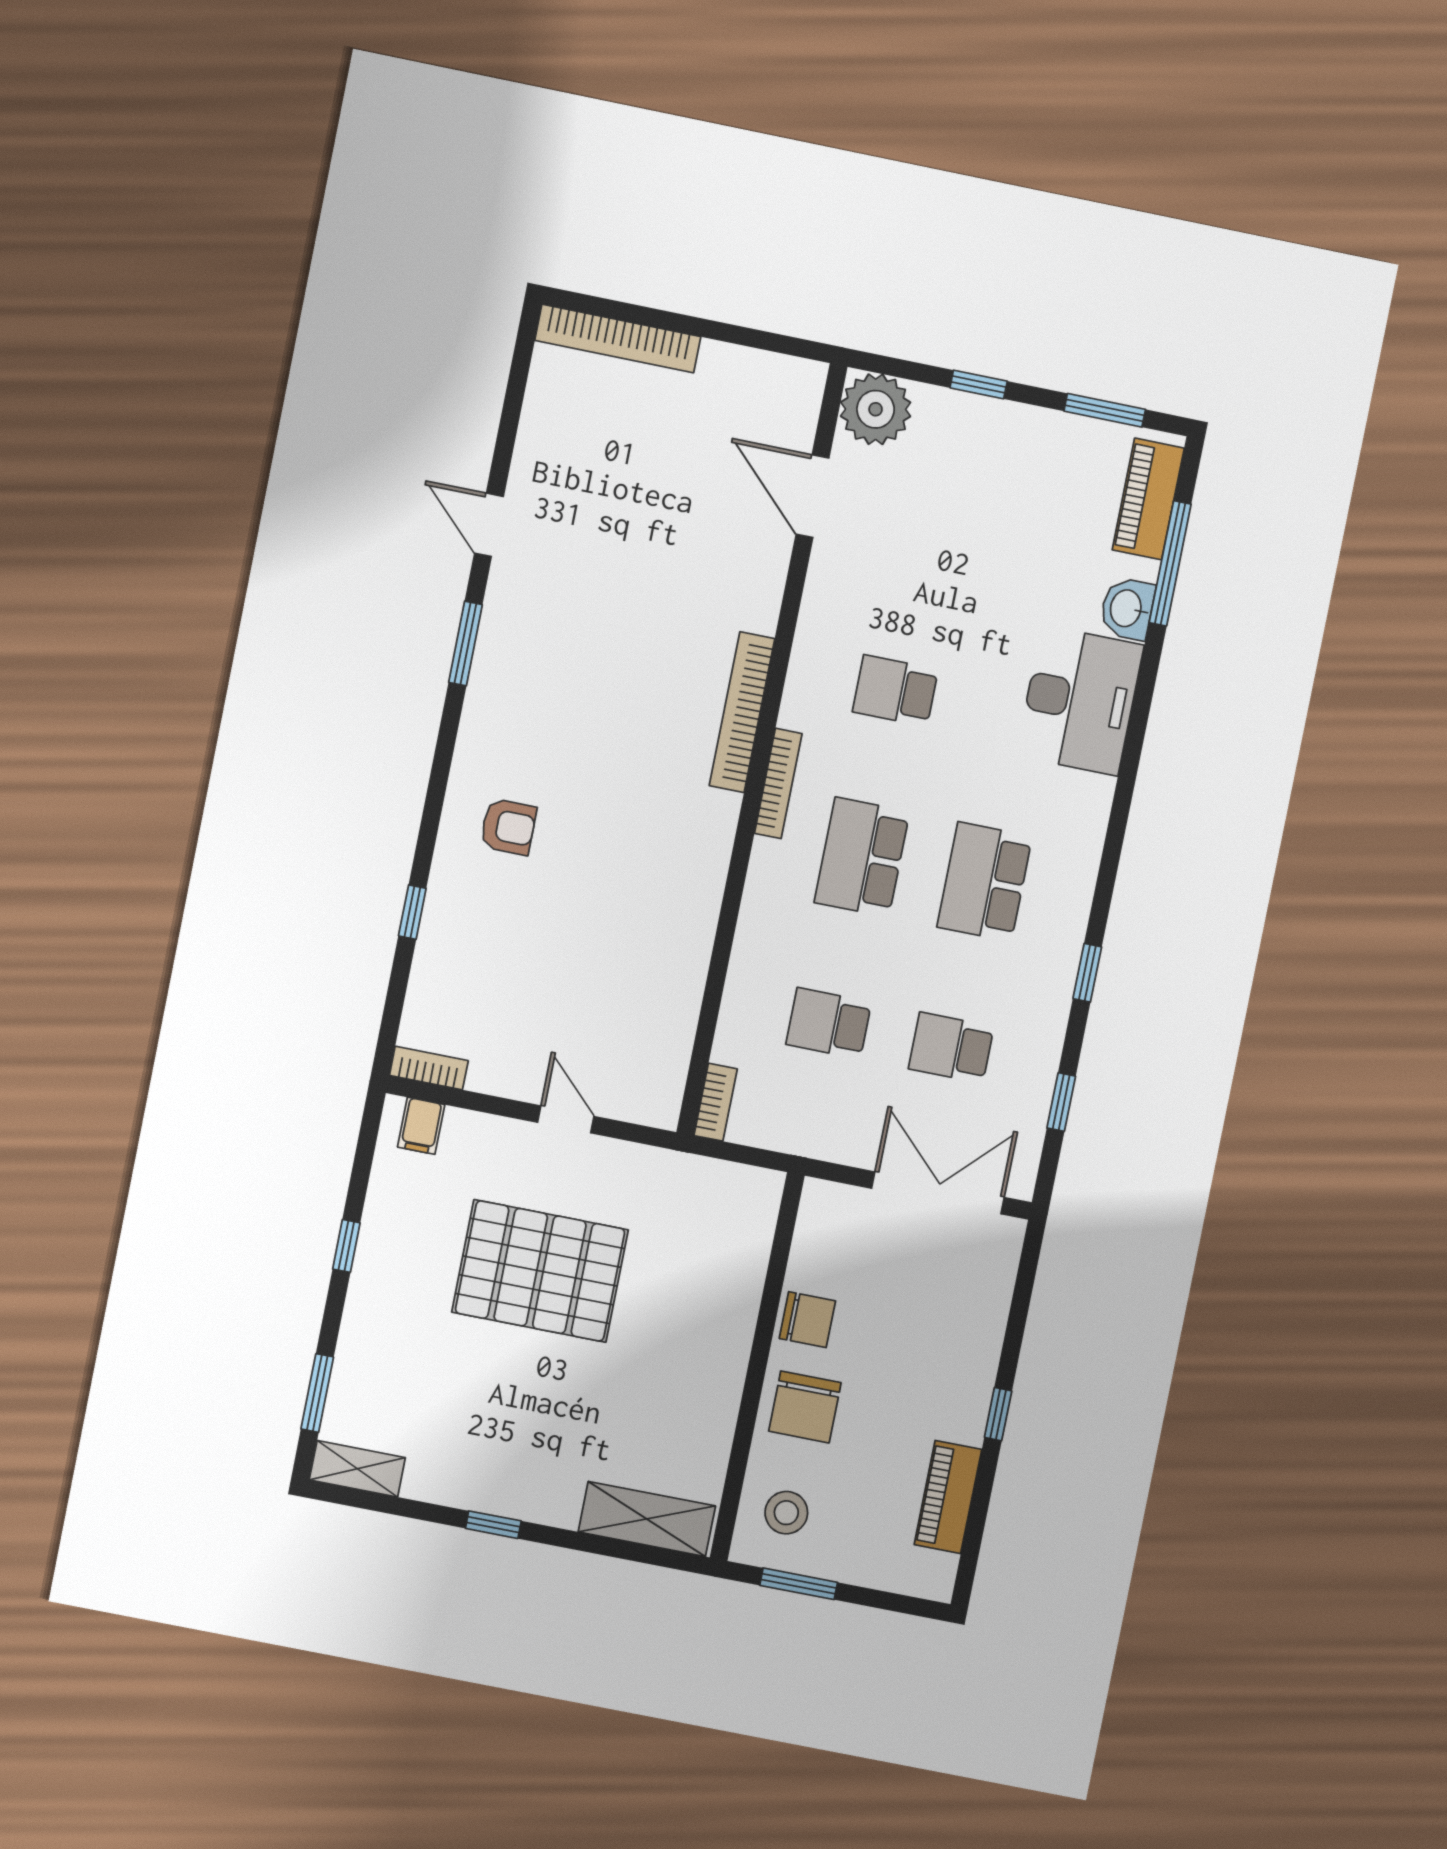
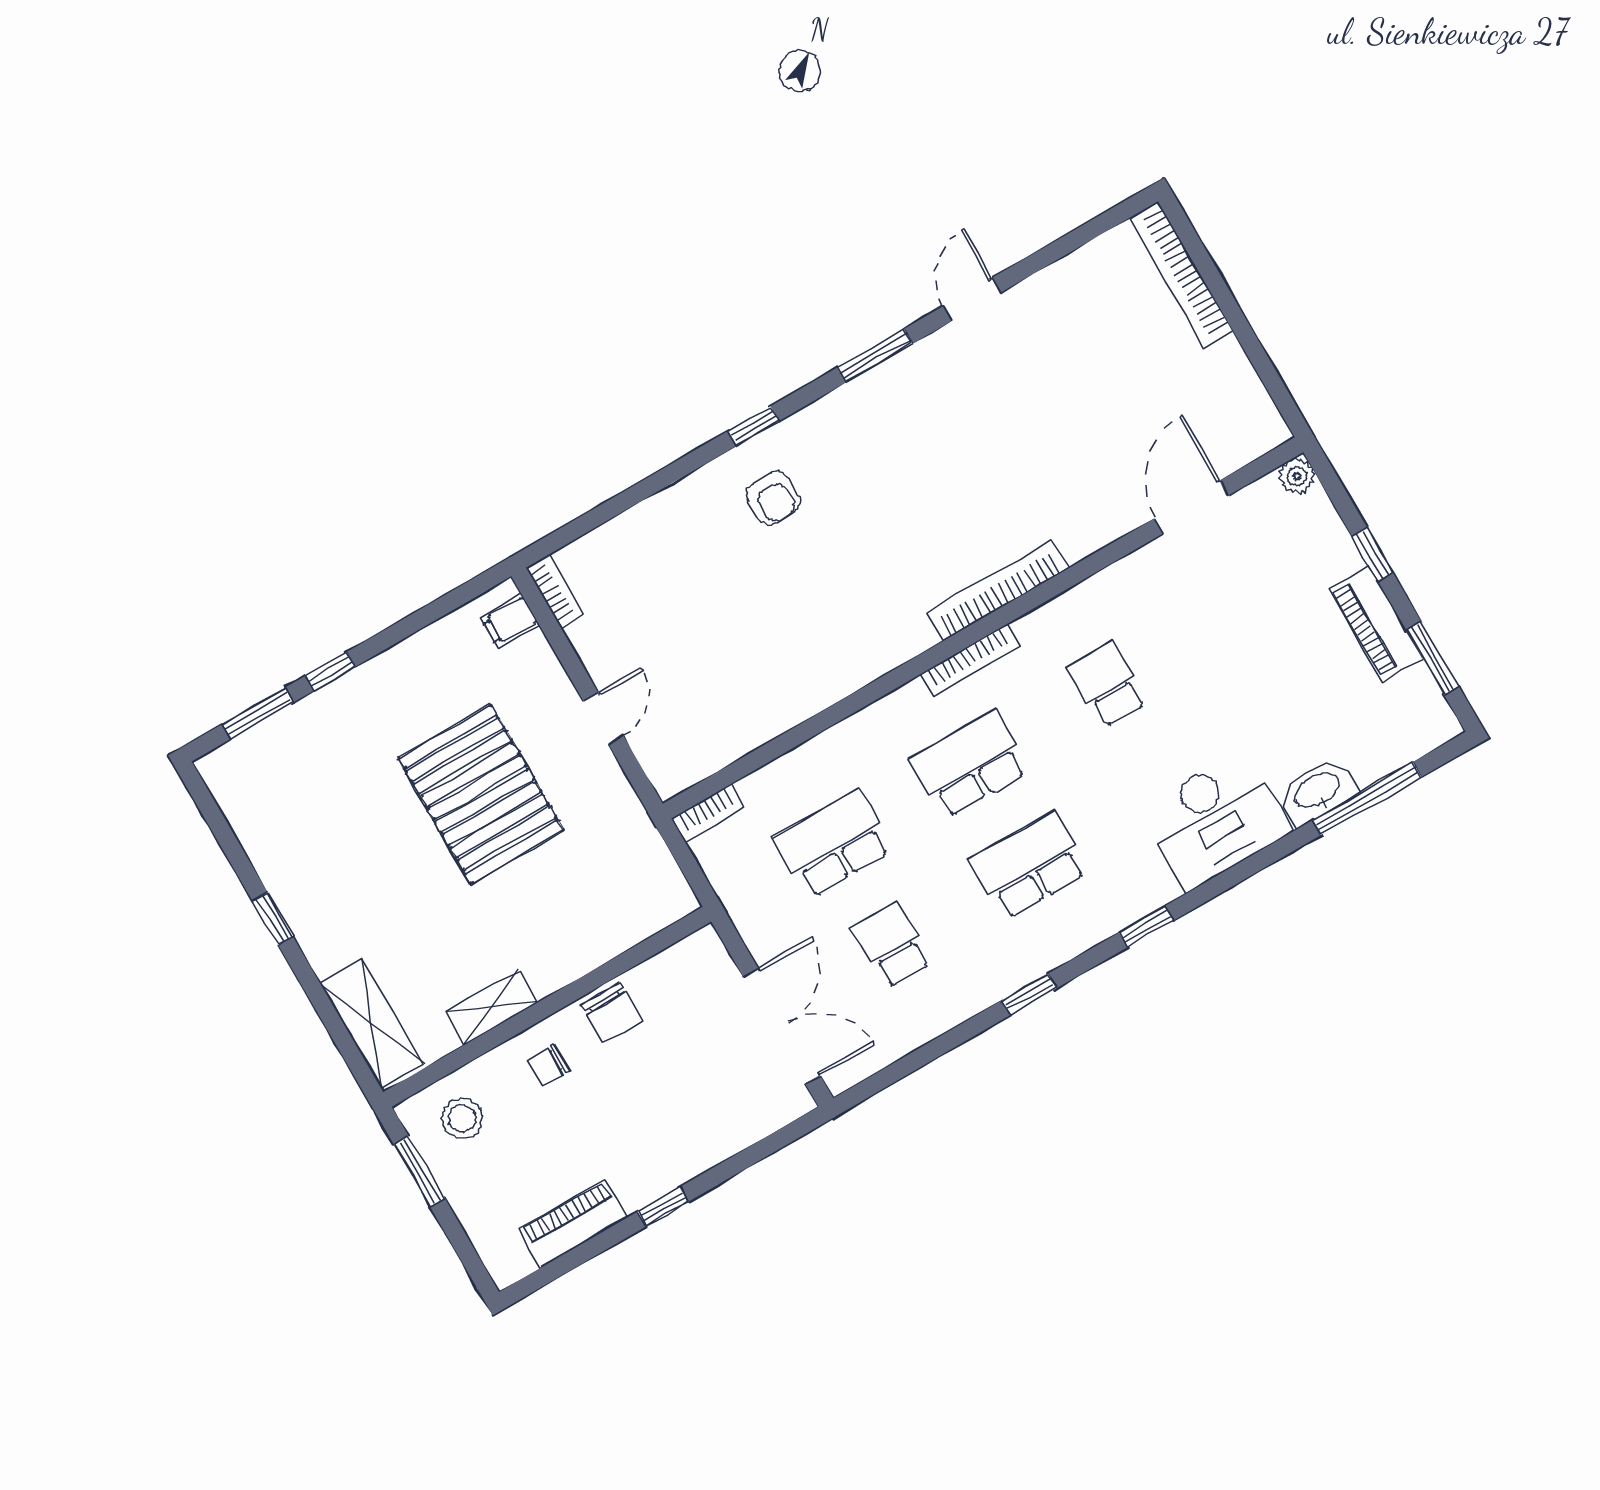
plant: (876, 409) -> (1297, 476), width x0.53, depth x0.53
piano: (1148, 499) -> (1376, 624), moved, turned -90
washbasin: (1127, 609) -> (1318, 791), width x1.38
window: (412, 912) -> (754, 426), moved
school desk: (829, 1023) -> (833, 844), width x1.85
window: (1061, 1102) -> (1146, 927), moved
window: (346, 1246) -> (330, 671), moved
chair: (805, 1407) -> (548, 1065), width x0.54, depth x0.54
shelving: (357, 1469) -> (492, 1007), moved, turned 90

